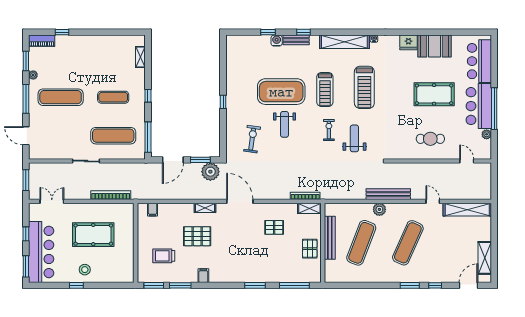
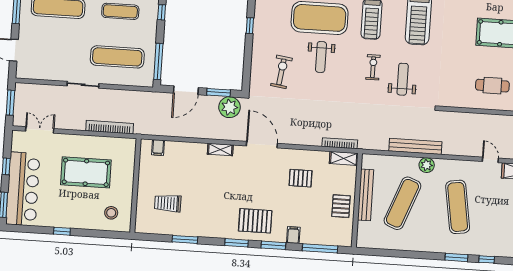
bench: (388, 194) -> (415, 146), moved
pallet: (197, 236) -> (255, 221), moved
exercise mat: (408, 243) -> (458, 207), turned -33
stool: (85, 270) -> (111, 213), moved
filing cabinet: (203, 276) -> (293, 235), moved
window: (154, 285) -> (237, 243), moved

